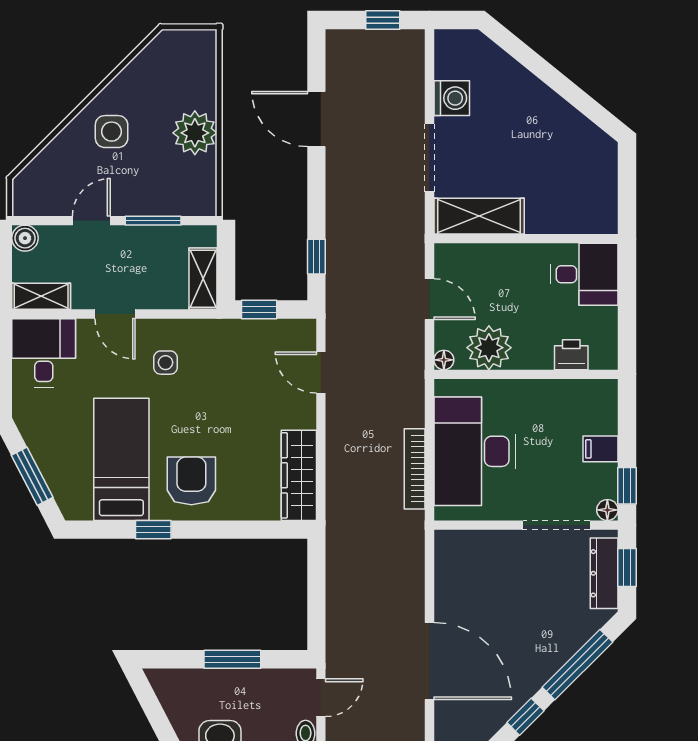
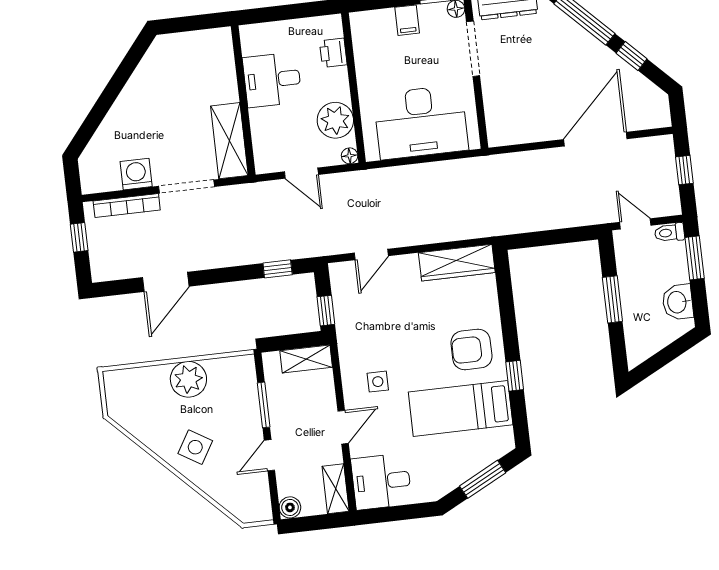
side table: (112, 132) -> (195, 447), turned 31
door: (91, 221) -> (269, 455), hinge flipped
desk: (584, 274) -> (272, 80), moved, turned -90
door: (430, 299) -> (301, 173), swing flipped
bookcase: (415, 469) -> (127, 206), moved

